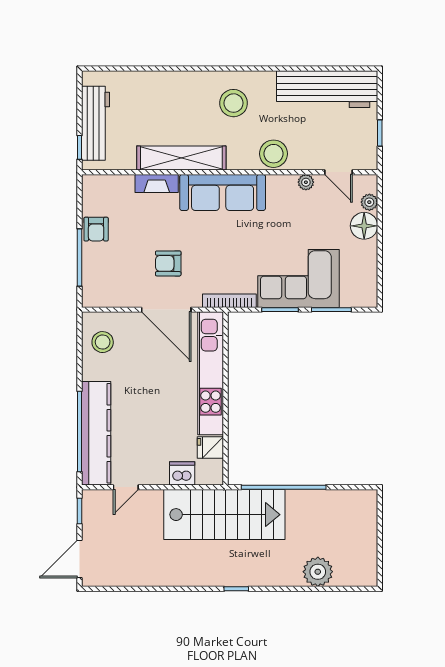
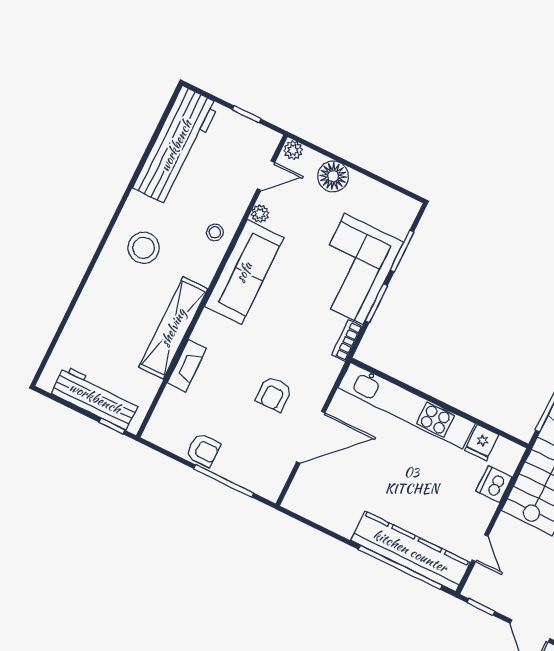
stool: (274, 154) -> (215, 232), width x0.53, depth x0.53
sofa: (223, 192) -> (244, 272), moved
plant: (369, 202) -> (293, 150), moved
bookcase: (229, 301) -> (347, 340), width x0.64
door: (166, 310) -> (311, 437), moved
stool: (103, 342) -> (321, 500), removed

